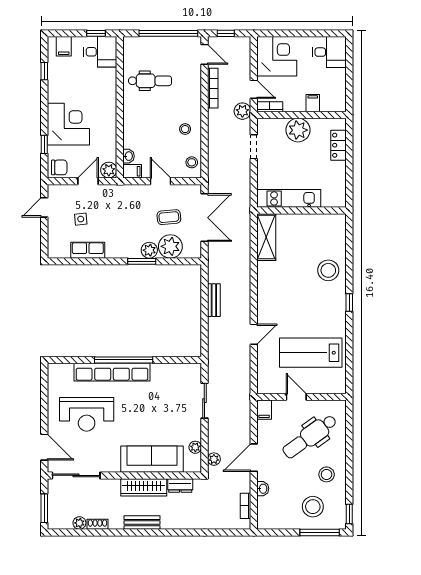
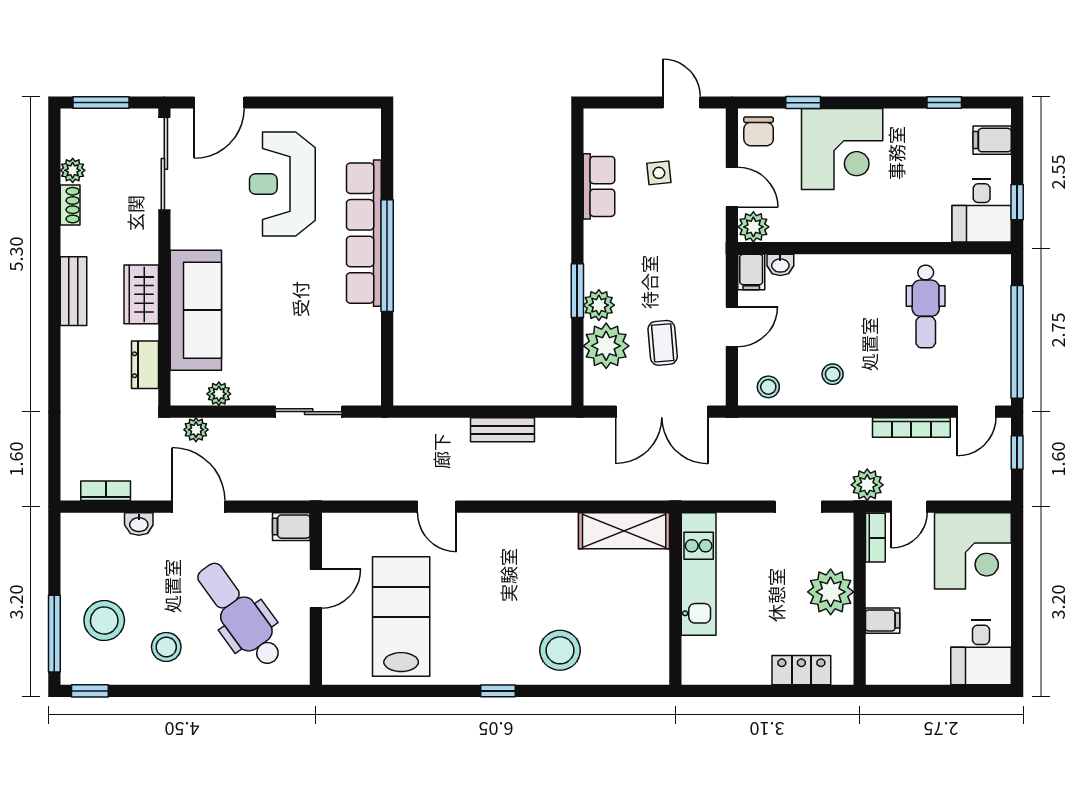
wardrobe: (144, 487) -> (141, 294), width x0.67

